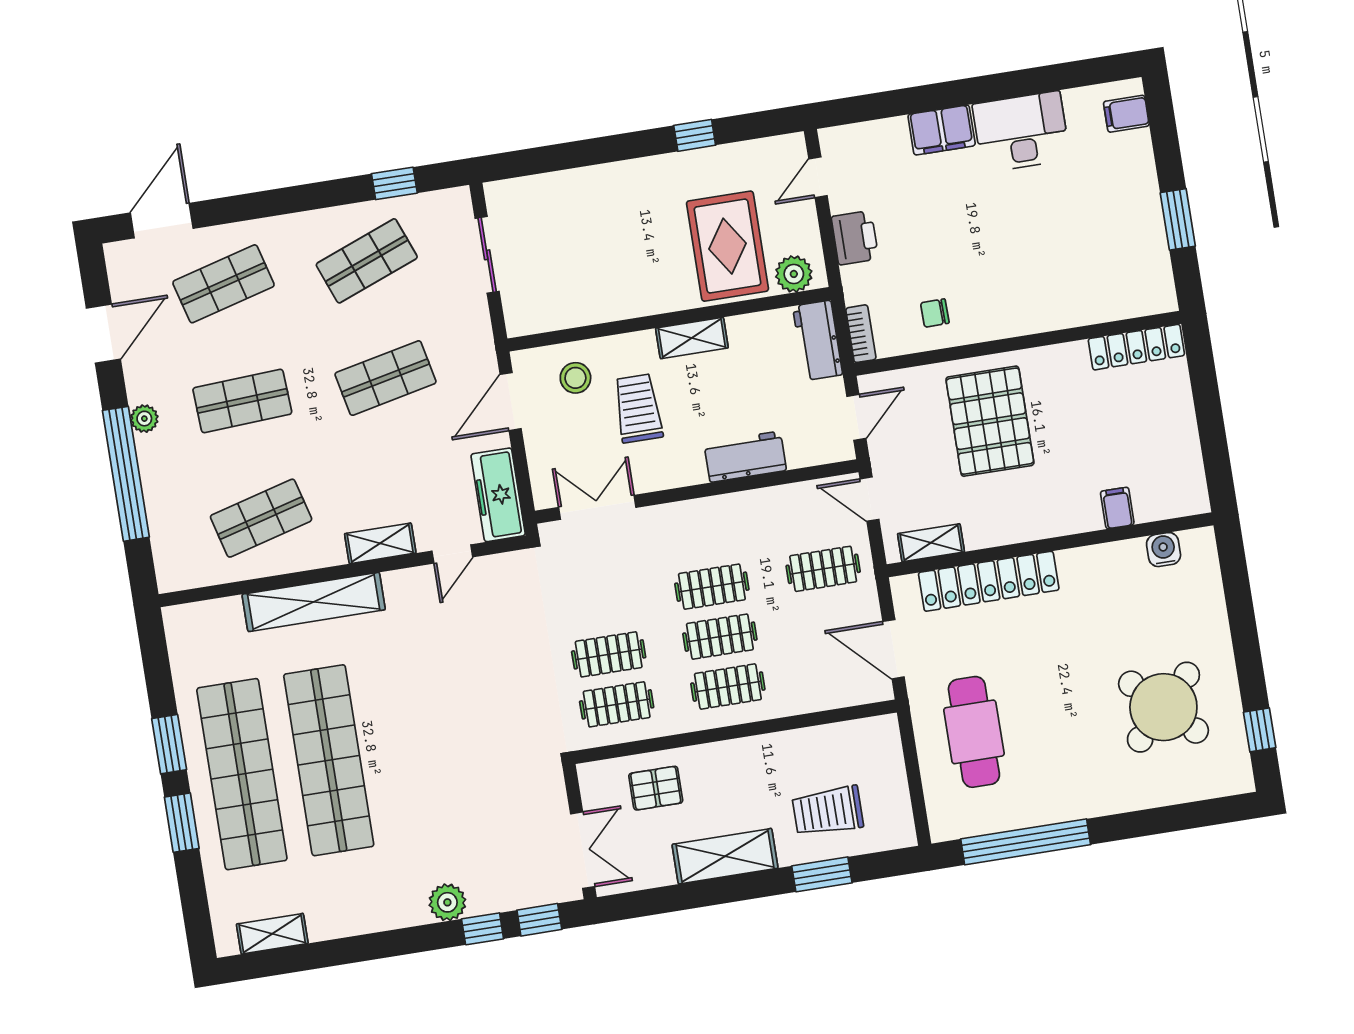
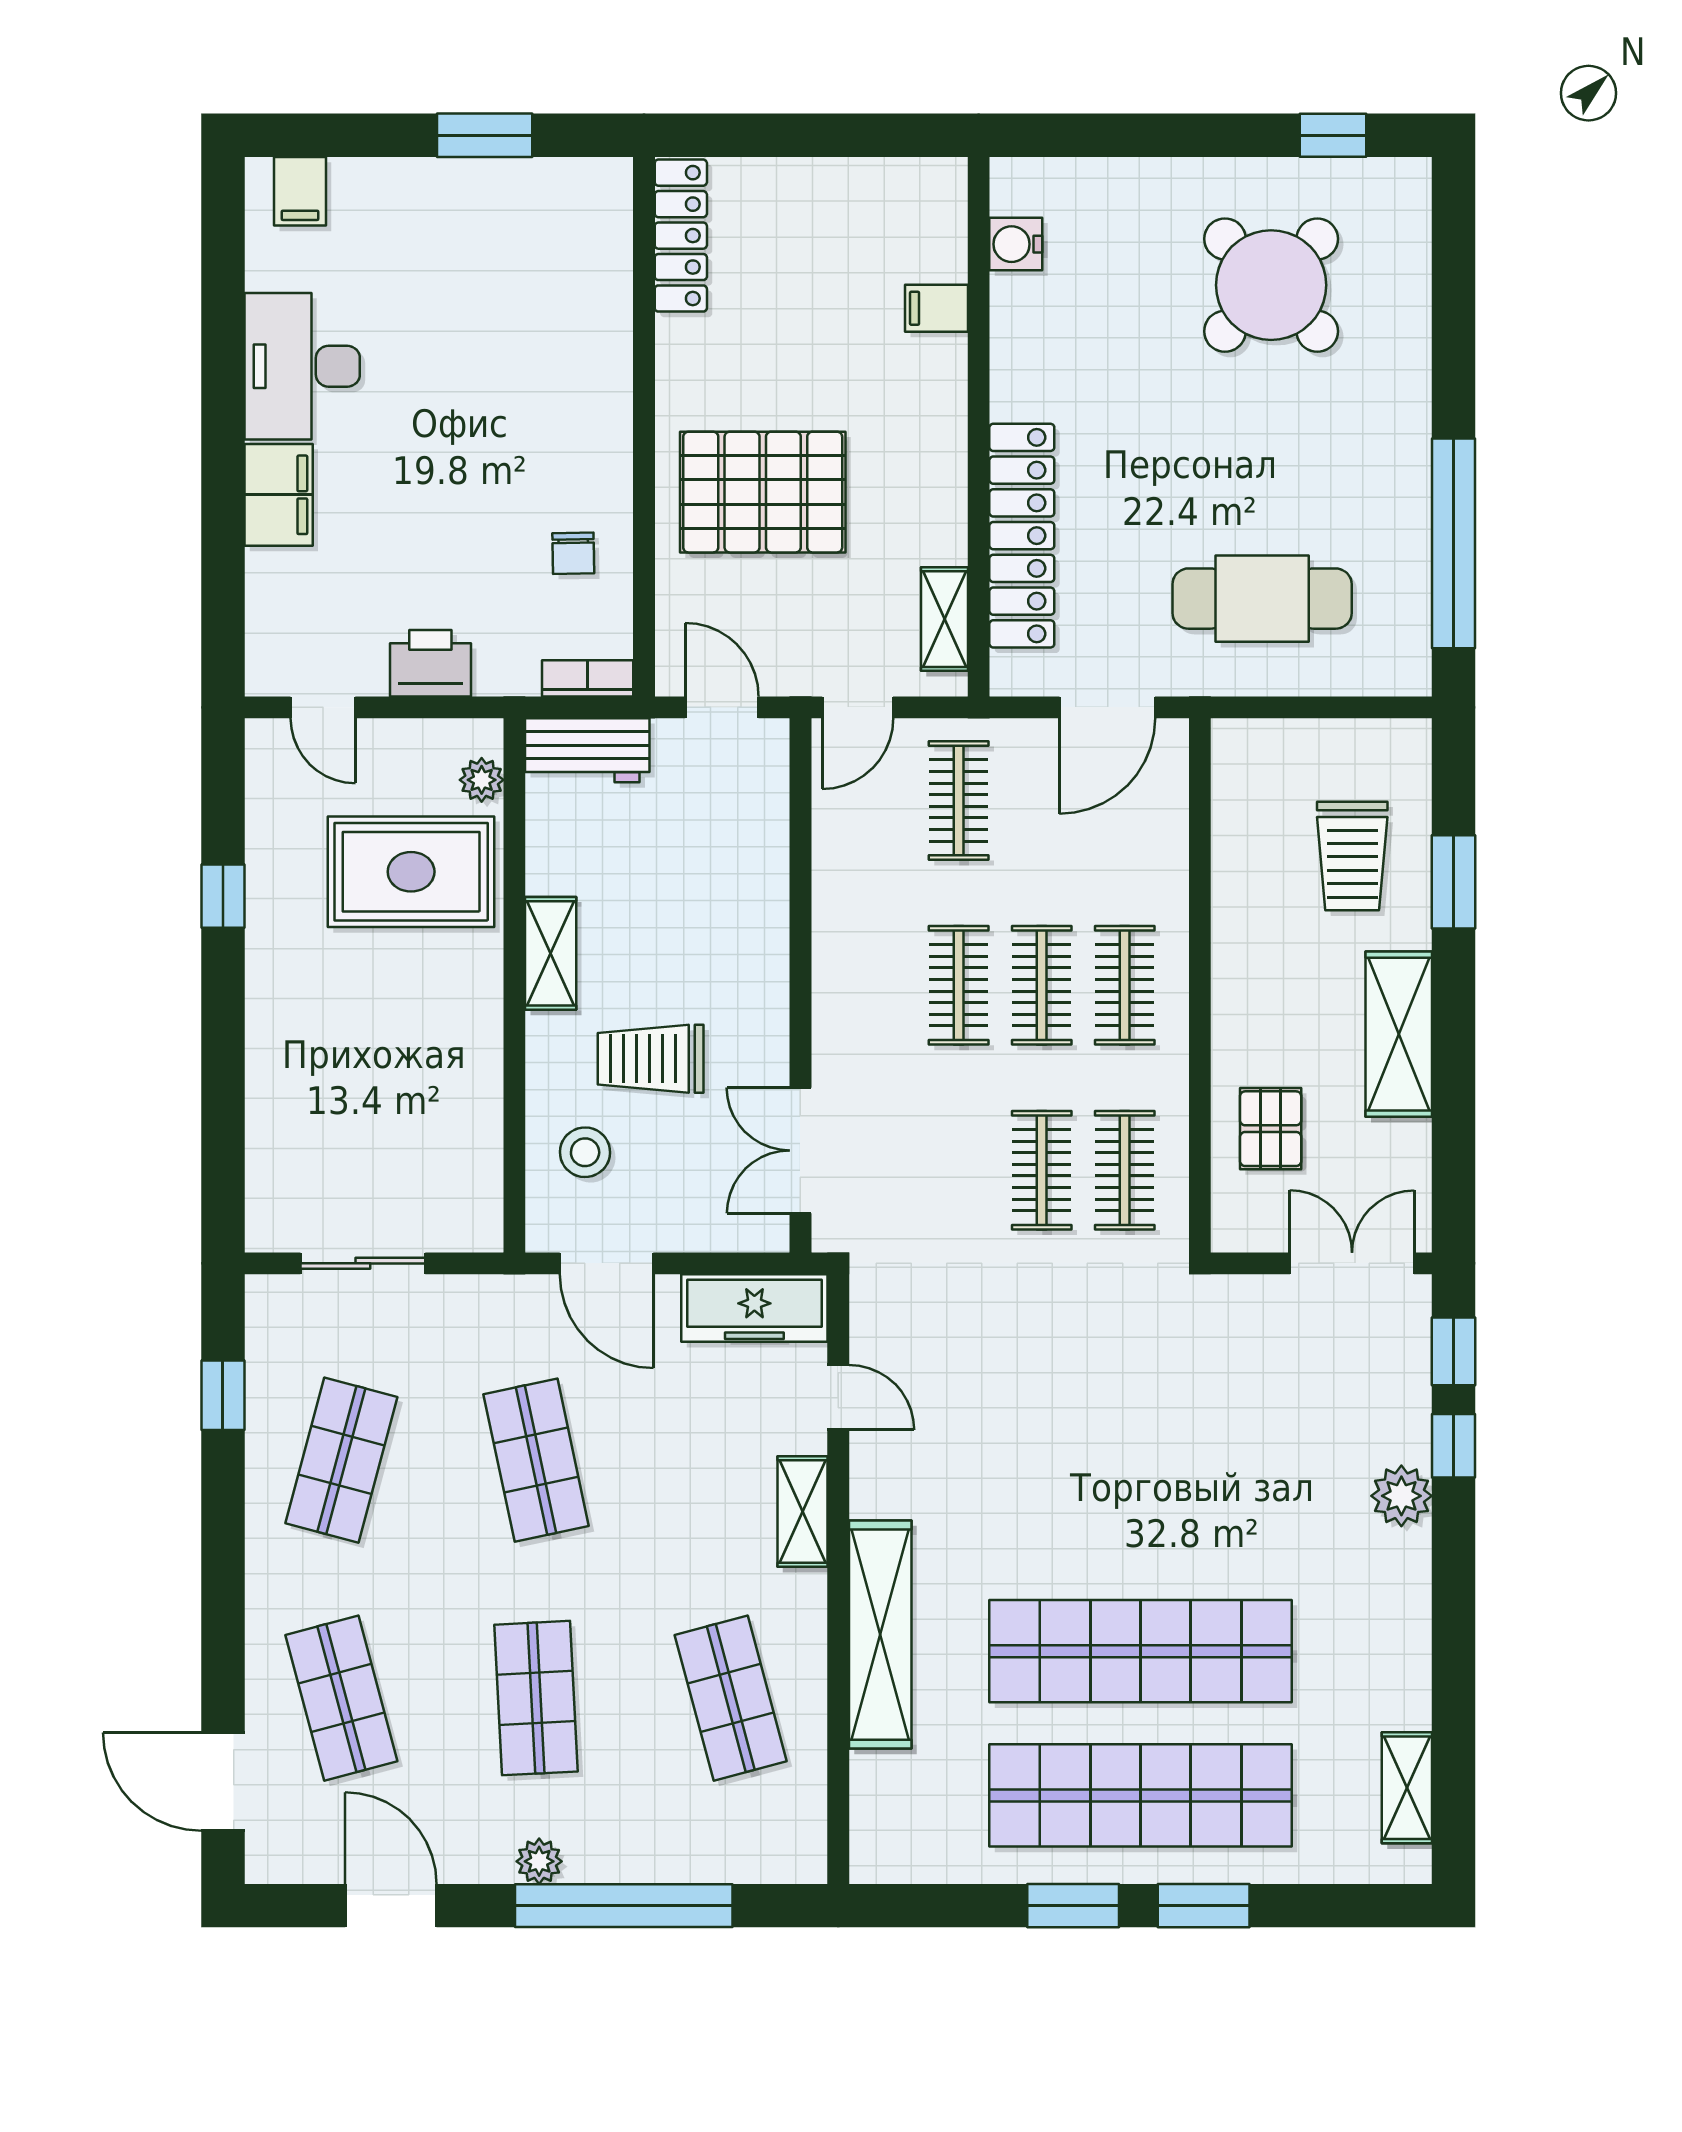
shop shelf: (367, 261) -> (341, 1460), turned 36
plant: (794, 274) -> (482, 780), width x0.73, depth x0.73
workbench: (745, 457) -> (757, 898), removed

